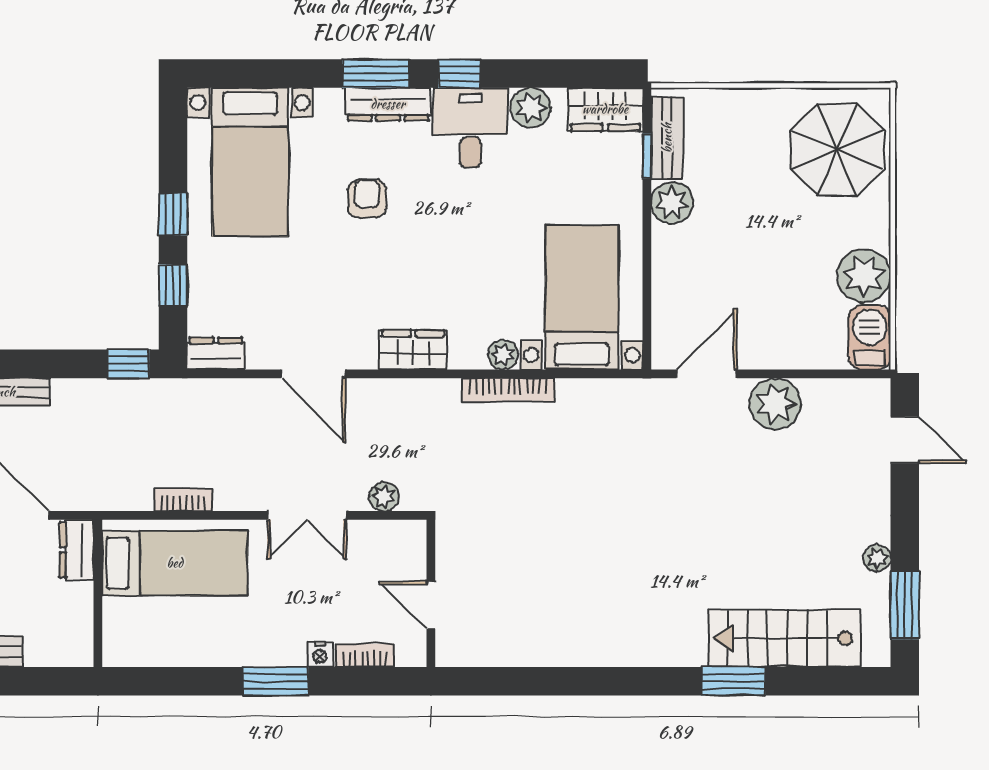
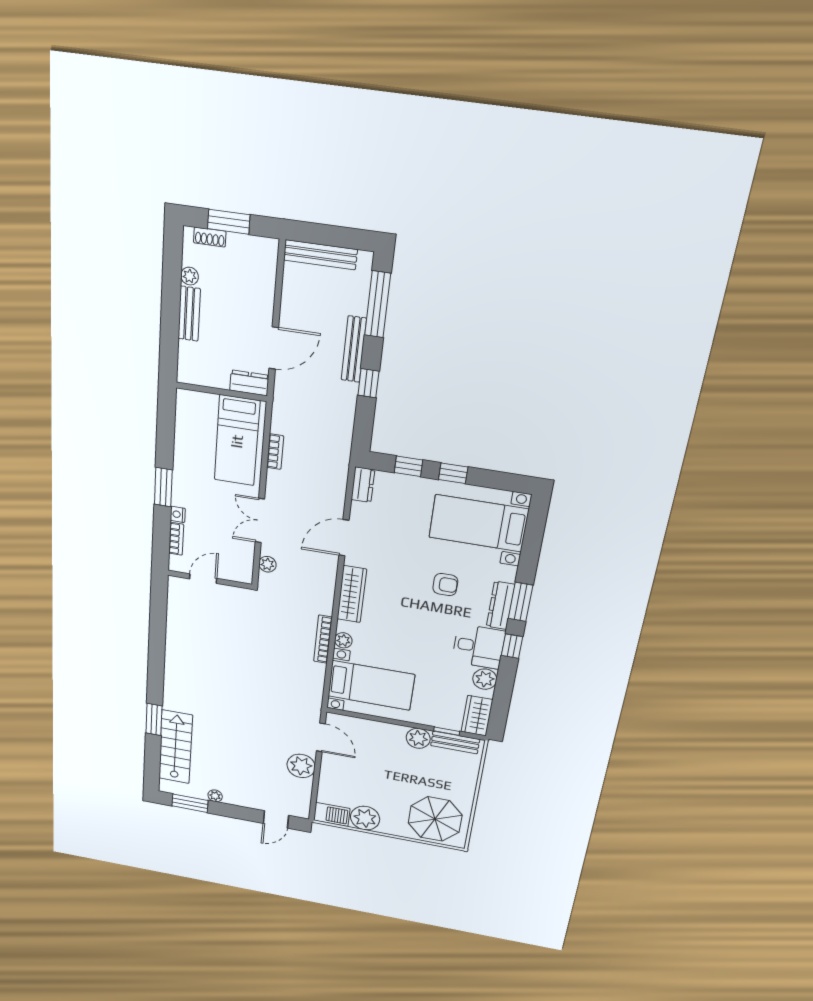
wardrobe: (413, 350) -> (352, 594), width x1.50
window: (128, 364) -> (368, 383), moved

